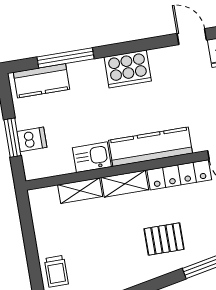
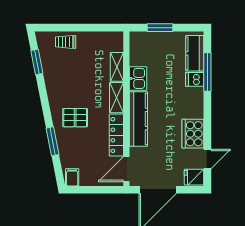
cooker: (128, 69) -> (193, 134), moved
dishwasher: (32, 139) -> (195, 79), moved, turned 90
pallet: (164, 239) -> (75, 118), turned 90

